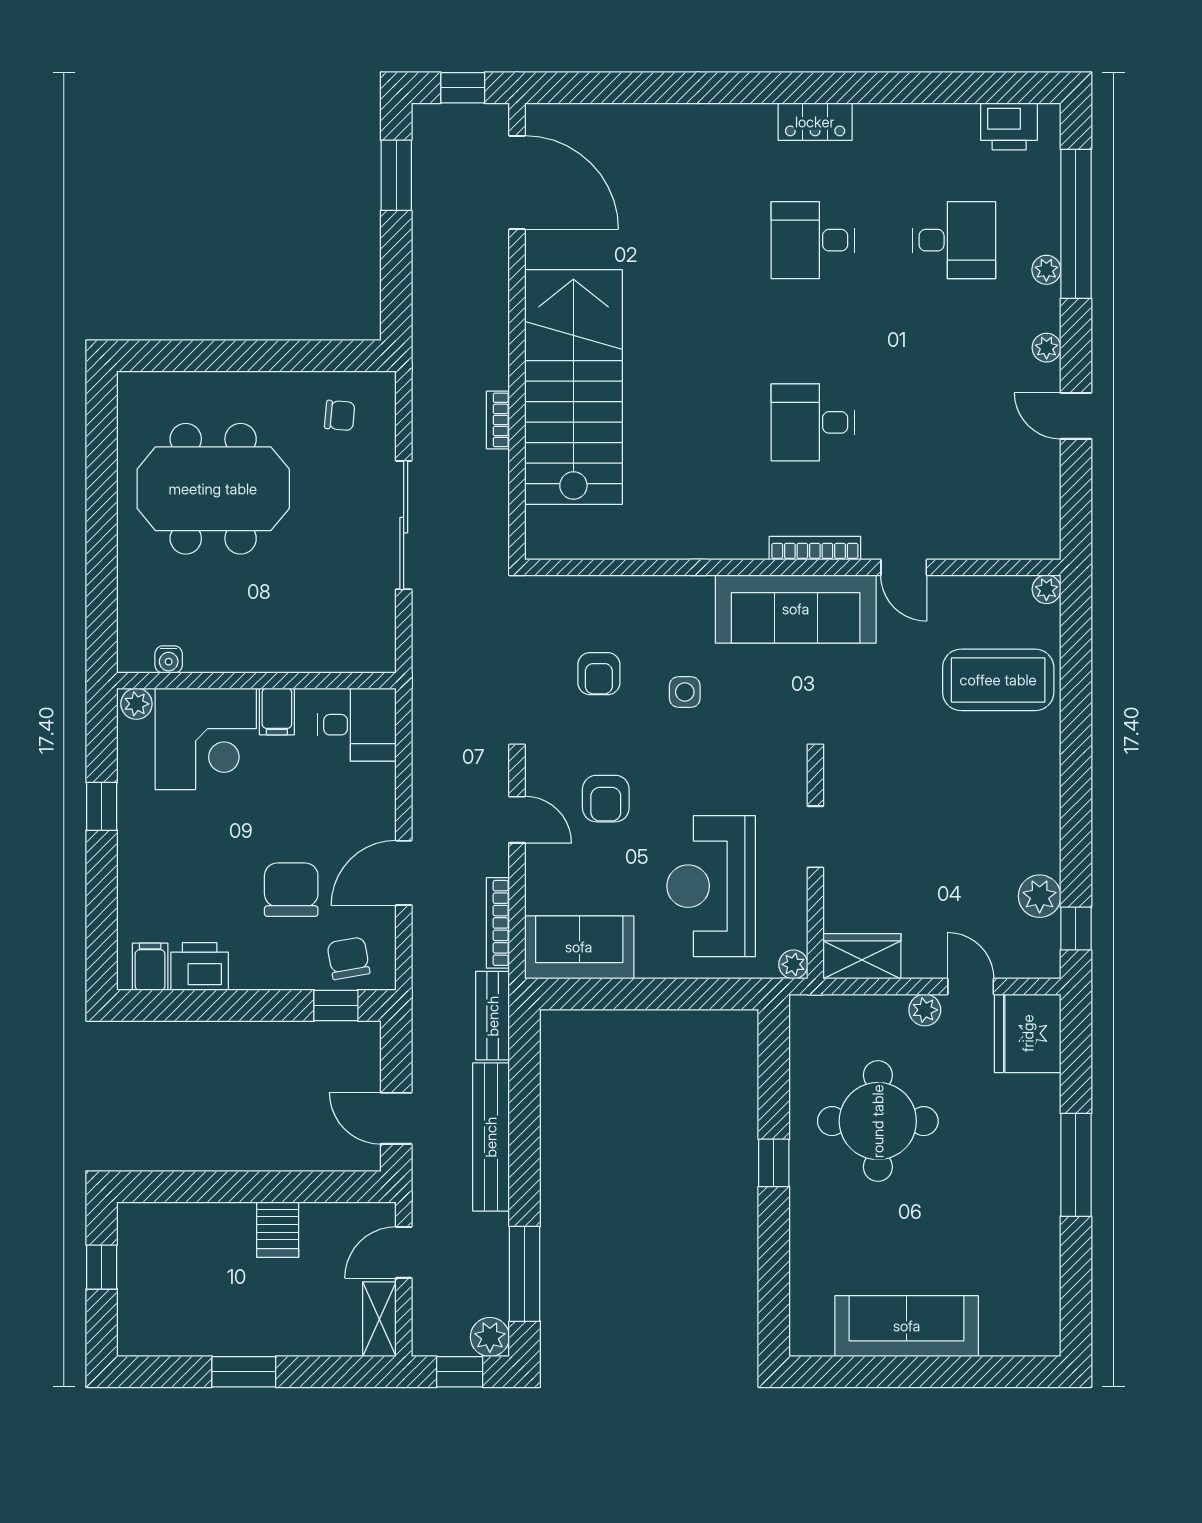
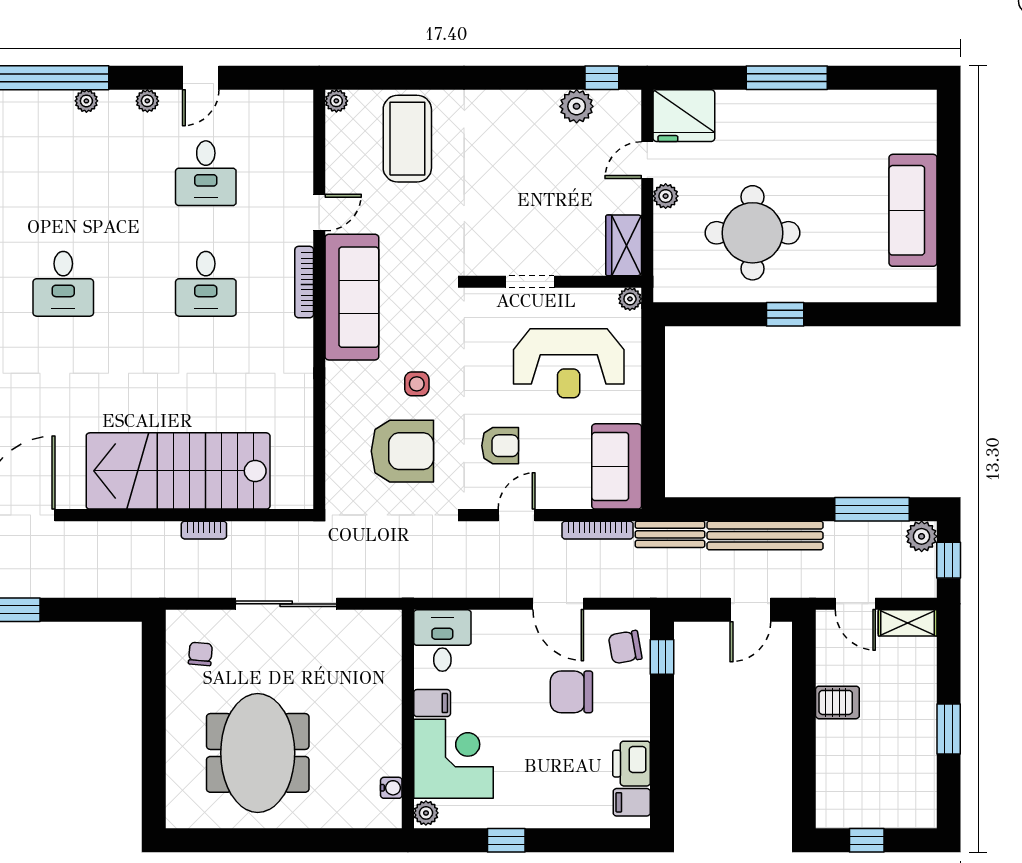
desk: (954, 240) -> (206, 173), moved, turned 180
armchair: (599, 674) -> (402, 451), width x1.88, depth x1.88

